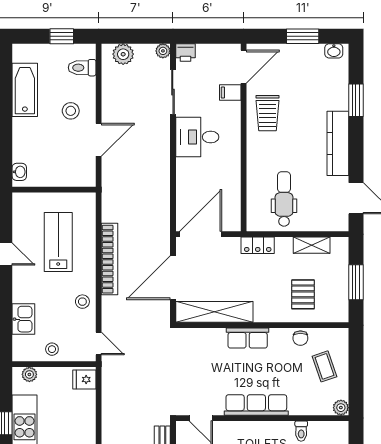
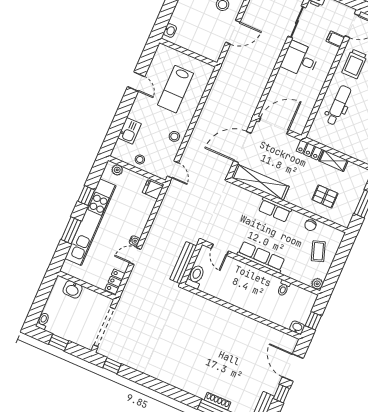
dental chair: (284, 199) -> (338, 105), moved
lab bench: (58, 242) -> (176, 89), turned 180
shelving: (312, 245) -> (333, 161), moved
bookcase: (110, 259) -> (205, 116), removed
pallet: (303, 294) -> (325, 196), turned 90

